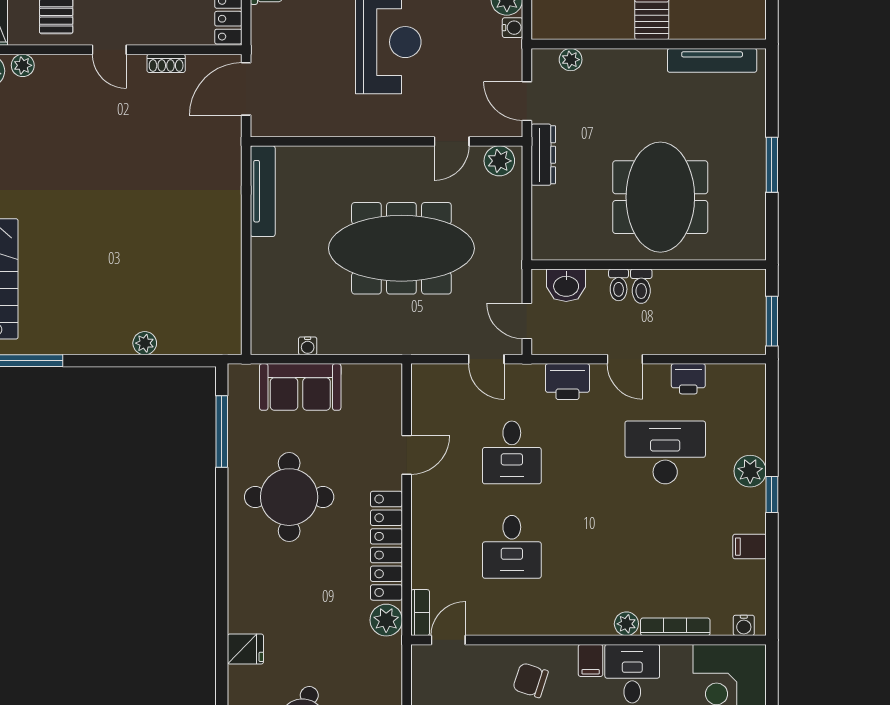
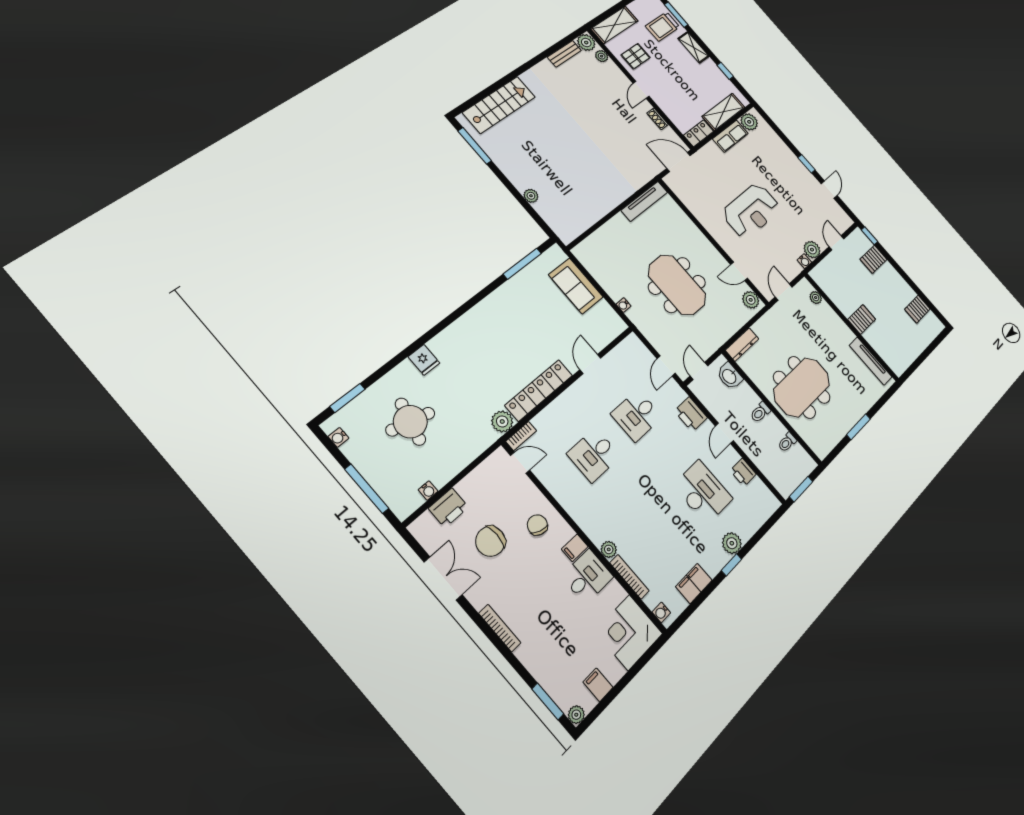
dresser: (543, 155) -> (742, 345), moved
meeting table: (401, 248) -> (677, 285), width x0.73
toilet: (619, 285) -> (787, 442), moved
water cooler: (308, 346) -> (623, 305), moved
door: (407, 455) -> (590, 364), swing flipped
round table: (289, 497) -> (520, 322), removed
filing cabinet: (750, 547) -> (694, 583), width x2.00

